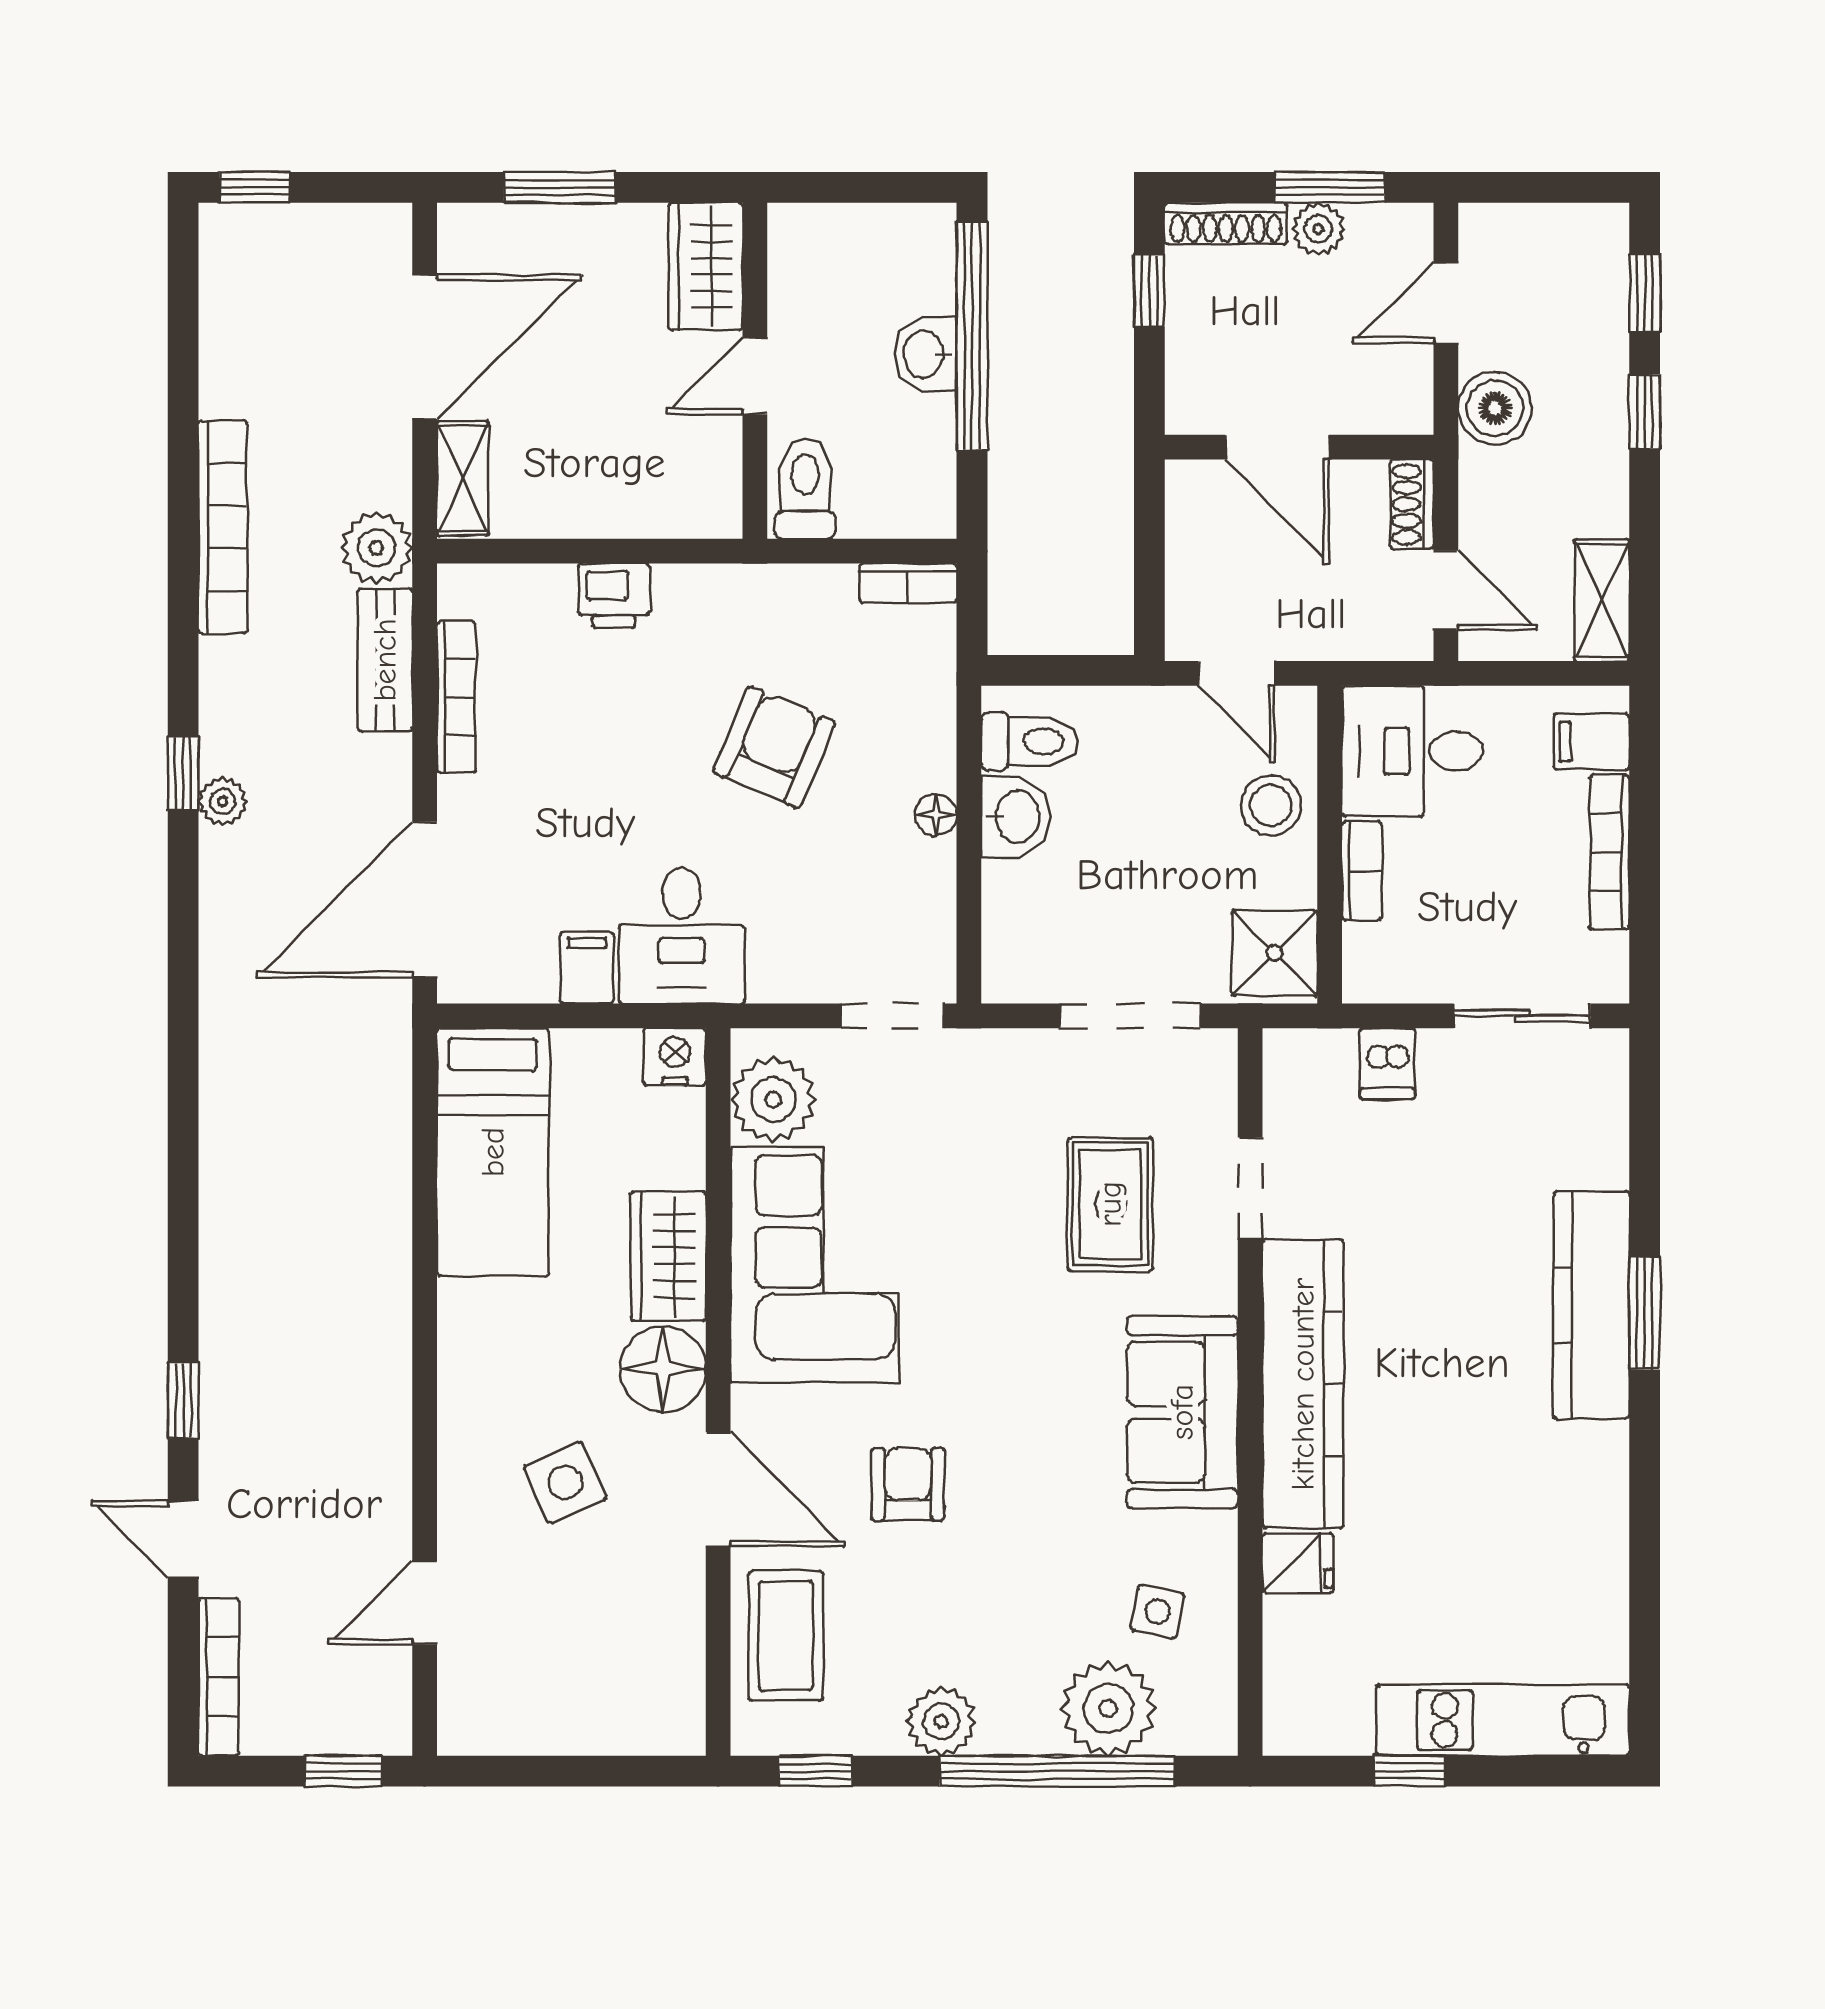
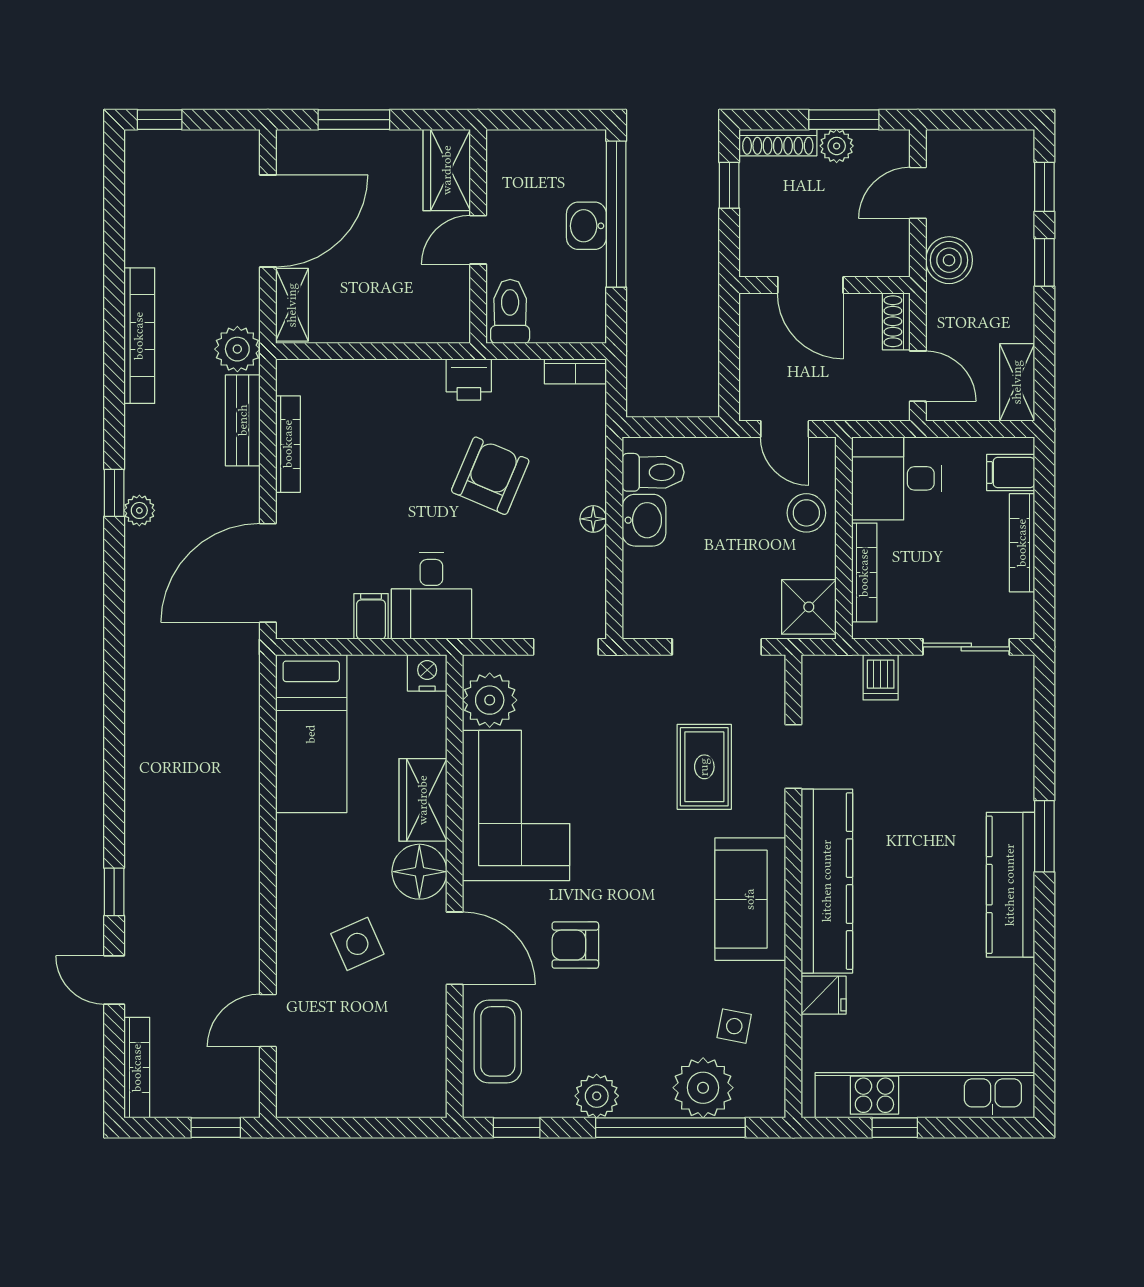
printer: (614, 596) -> (469, 380), moved
bookcase: (1362, 871) -> (864, 573), width x1.56
kitchen counter: (1591, 1305) -> (1010, 885), moved
armchair: (908, 1484) -> (575, 945), turned -90
kitchen unit: (1503, 1720) -> (925, 1095), width x1.36

